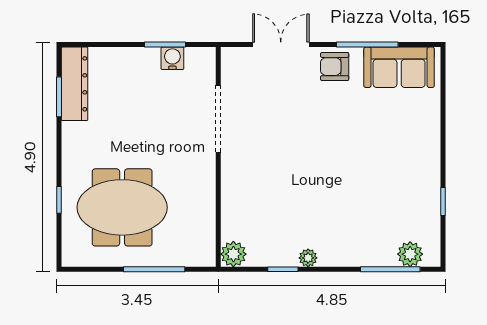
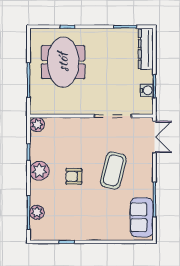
double door: (281, 45) -> (154, 137), moved
armchair: (335, 67) -> (74, 176), moved, turned -90
dresser: (75, 84) -> (146, 49), moved, turned 90
coffee table: (315, 118) -> (113, 170), added
plant: (410, 254) -> (37, 212), moved
plant: (308, 258) -> (39, 171), width x1.88, depth x1.88

